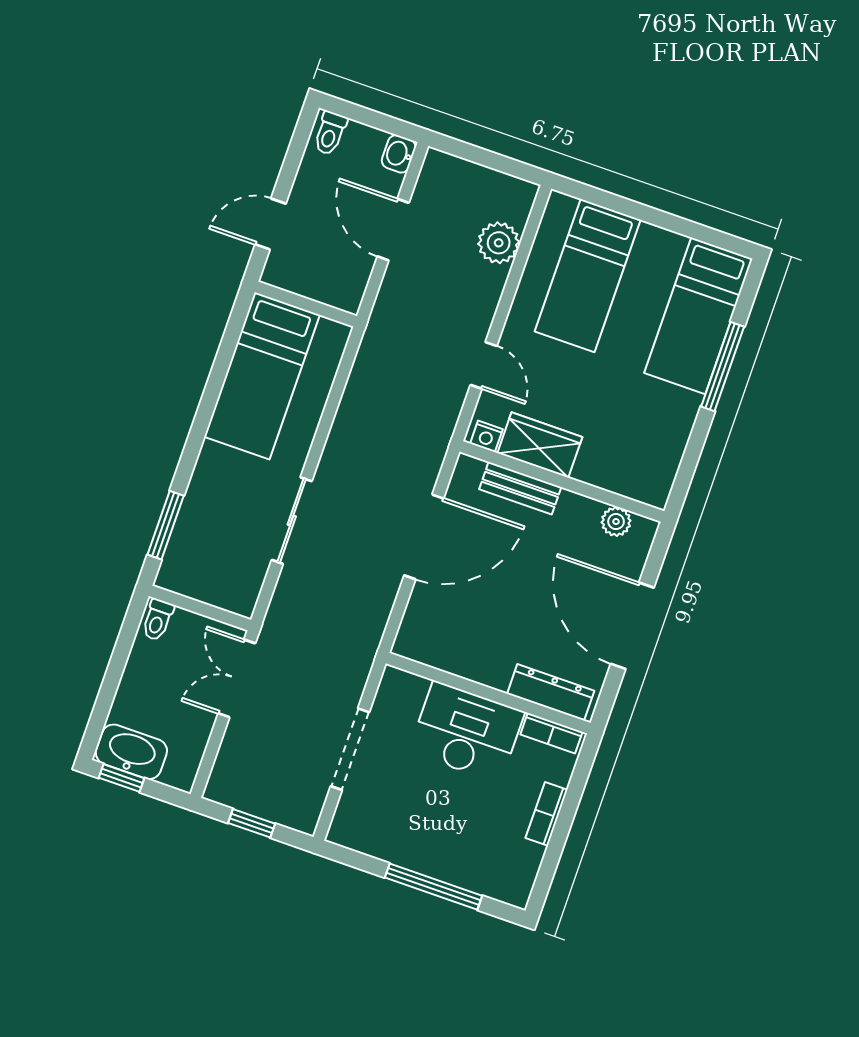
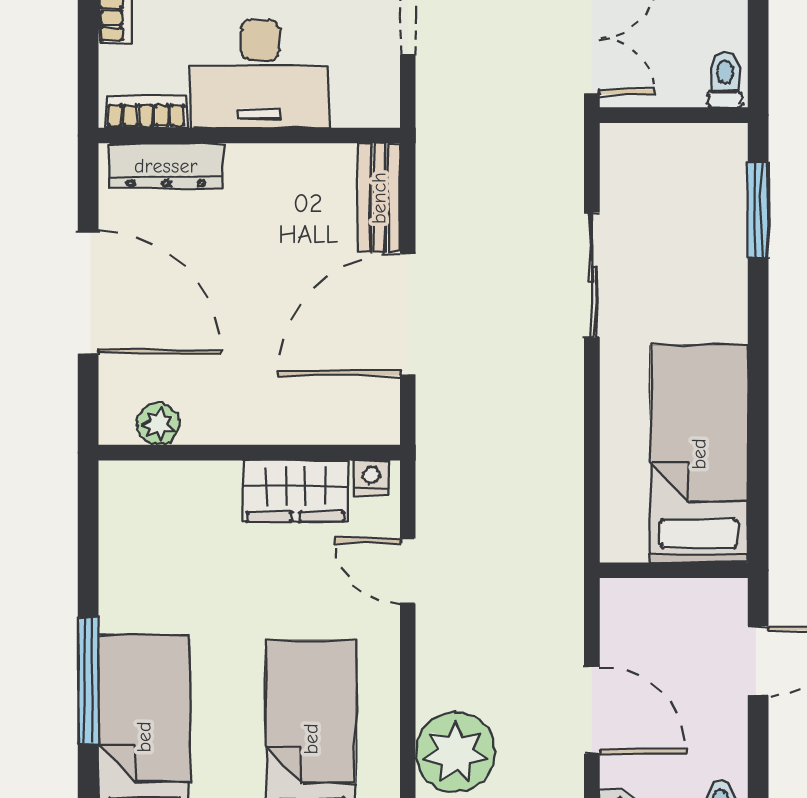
plant: (499, 243) -> (455, 752), width x1.36, depth x1.36
bench: (520, 488) -> (379, 198), moved, turned 90

